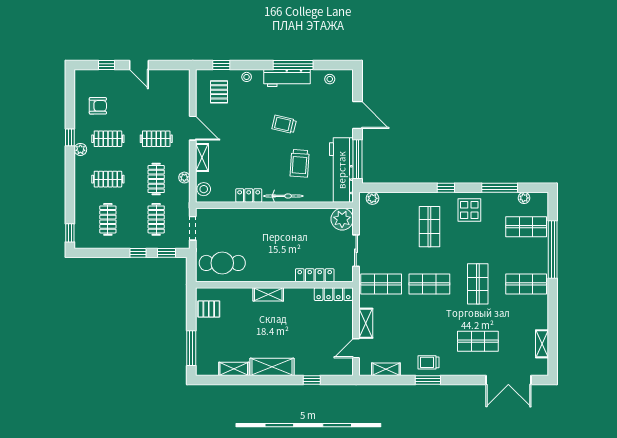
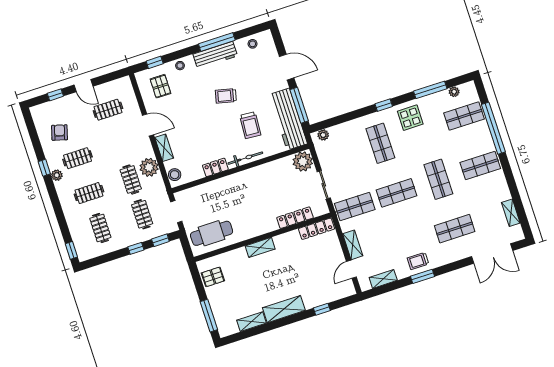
armchair: (98, 106) -> (60, 133), turned -74
clothes rail: (156, 139) -> (108, 110), moved
plant: (184, 178) -> (149, 167), width x1.88, depth x1.88

